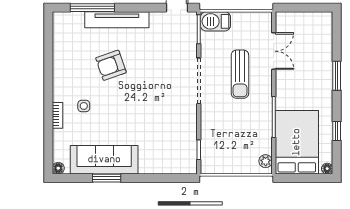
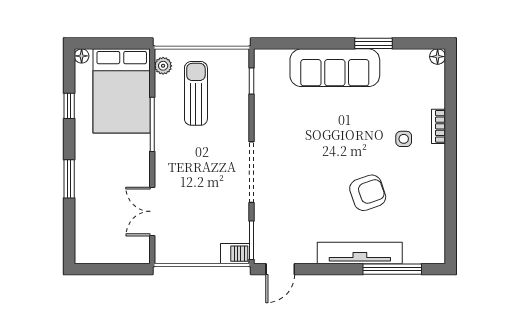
barbecue: (215, 21) -> (235, 254), width x0.73, depth x0.79
sun lounger: (240, 74) -> (196, 93), moved
sofa: (104, 160) -> (335, 68), moved

